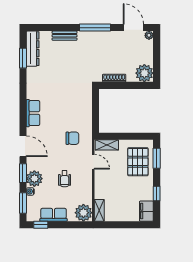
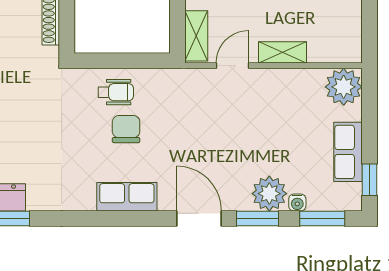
chair: (72, 138) -> (126, 129), moved
door: (23, 146) -> (199, 218), hinge flipped
wheelchair: (65, 179) -> (116, 92), moved
shelving: (99, 210) -> (282, 52), moved

